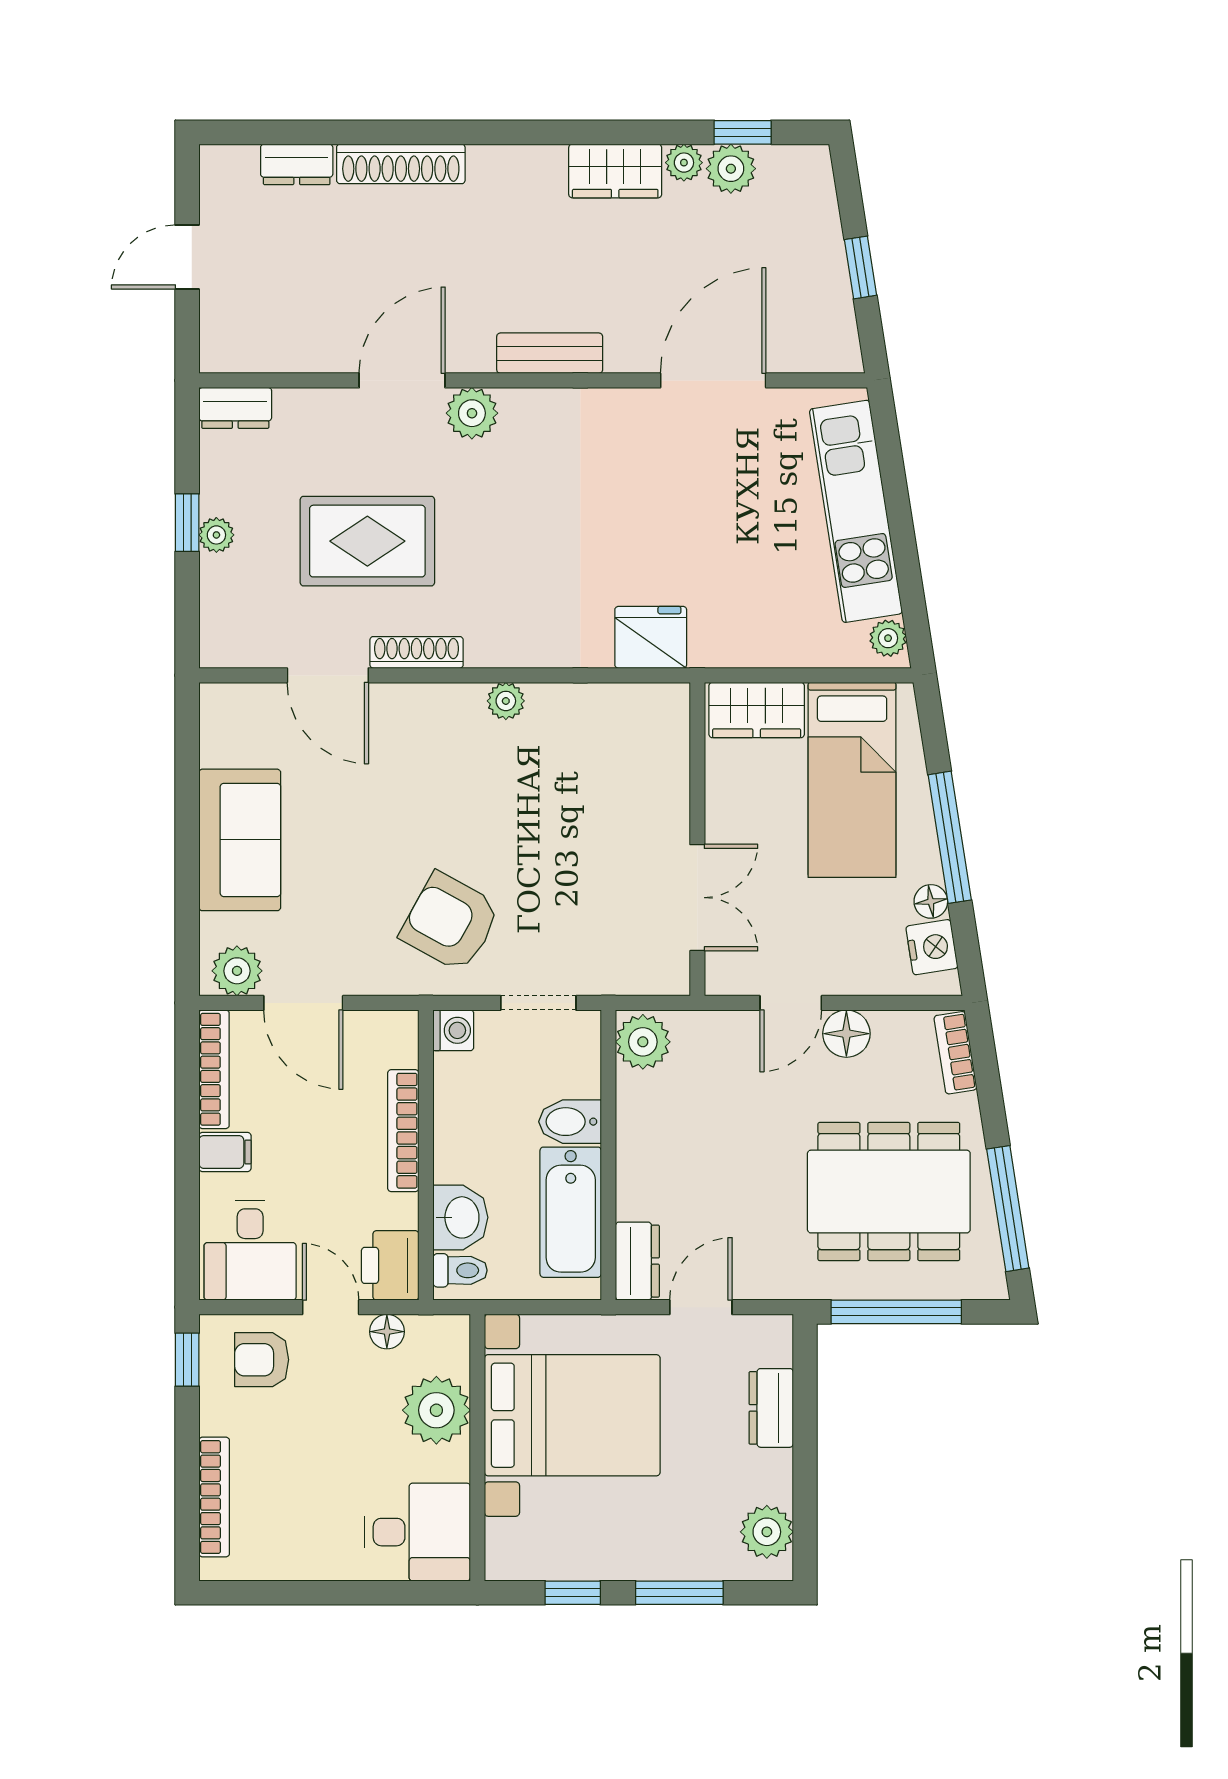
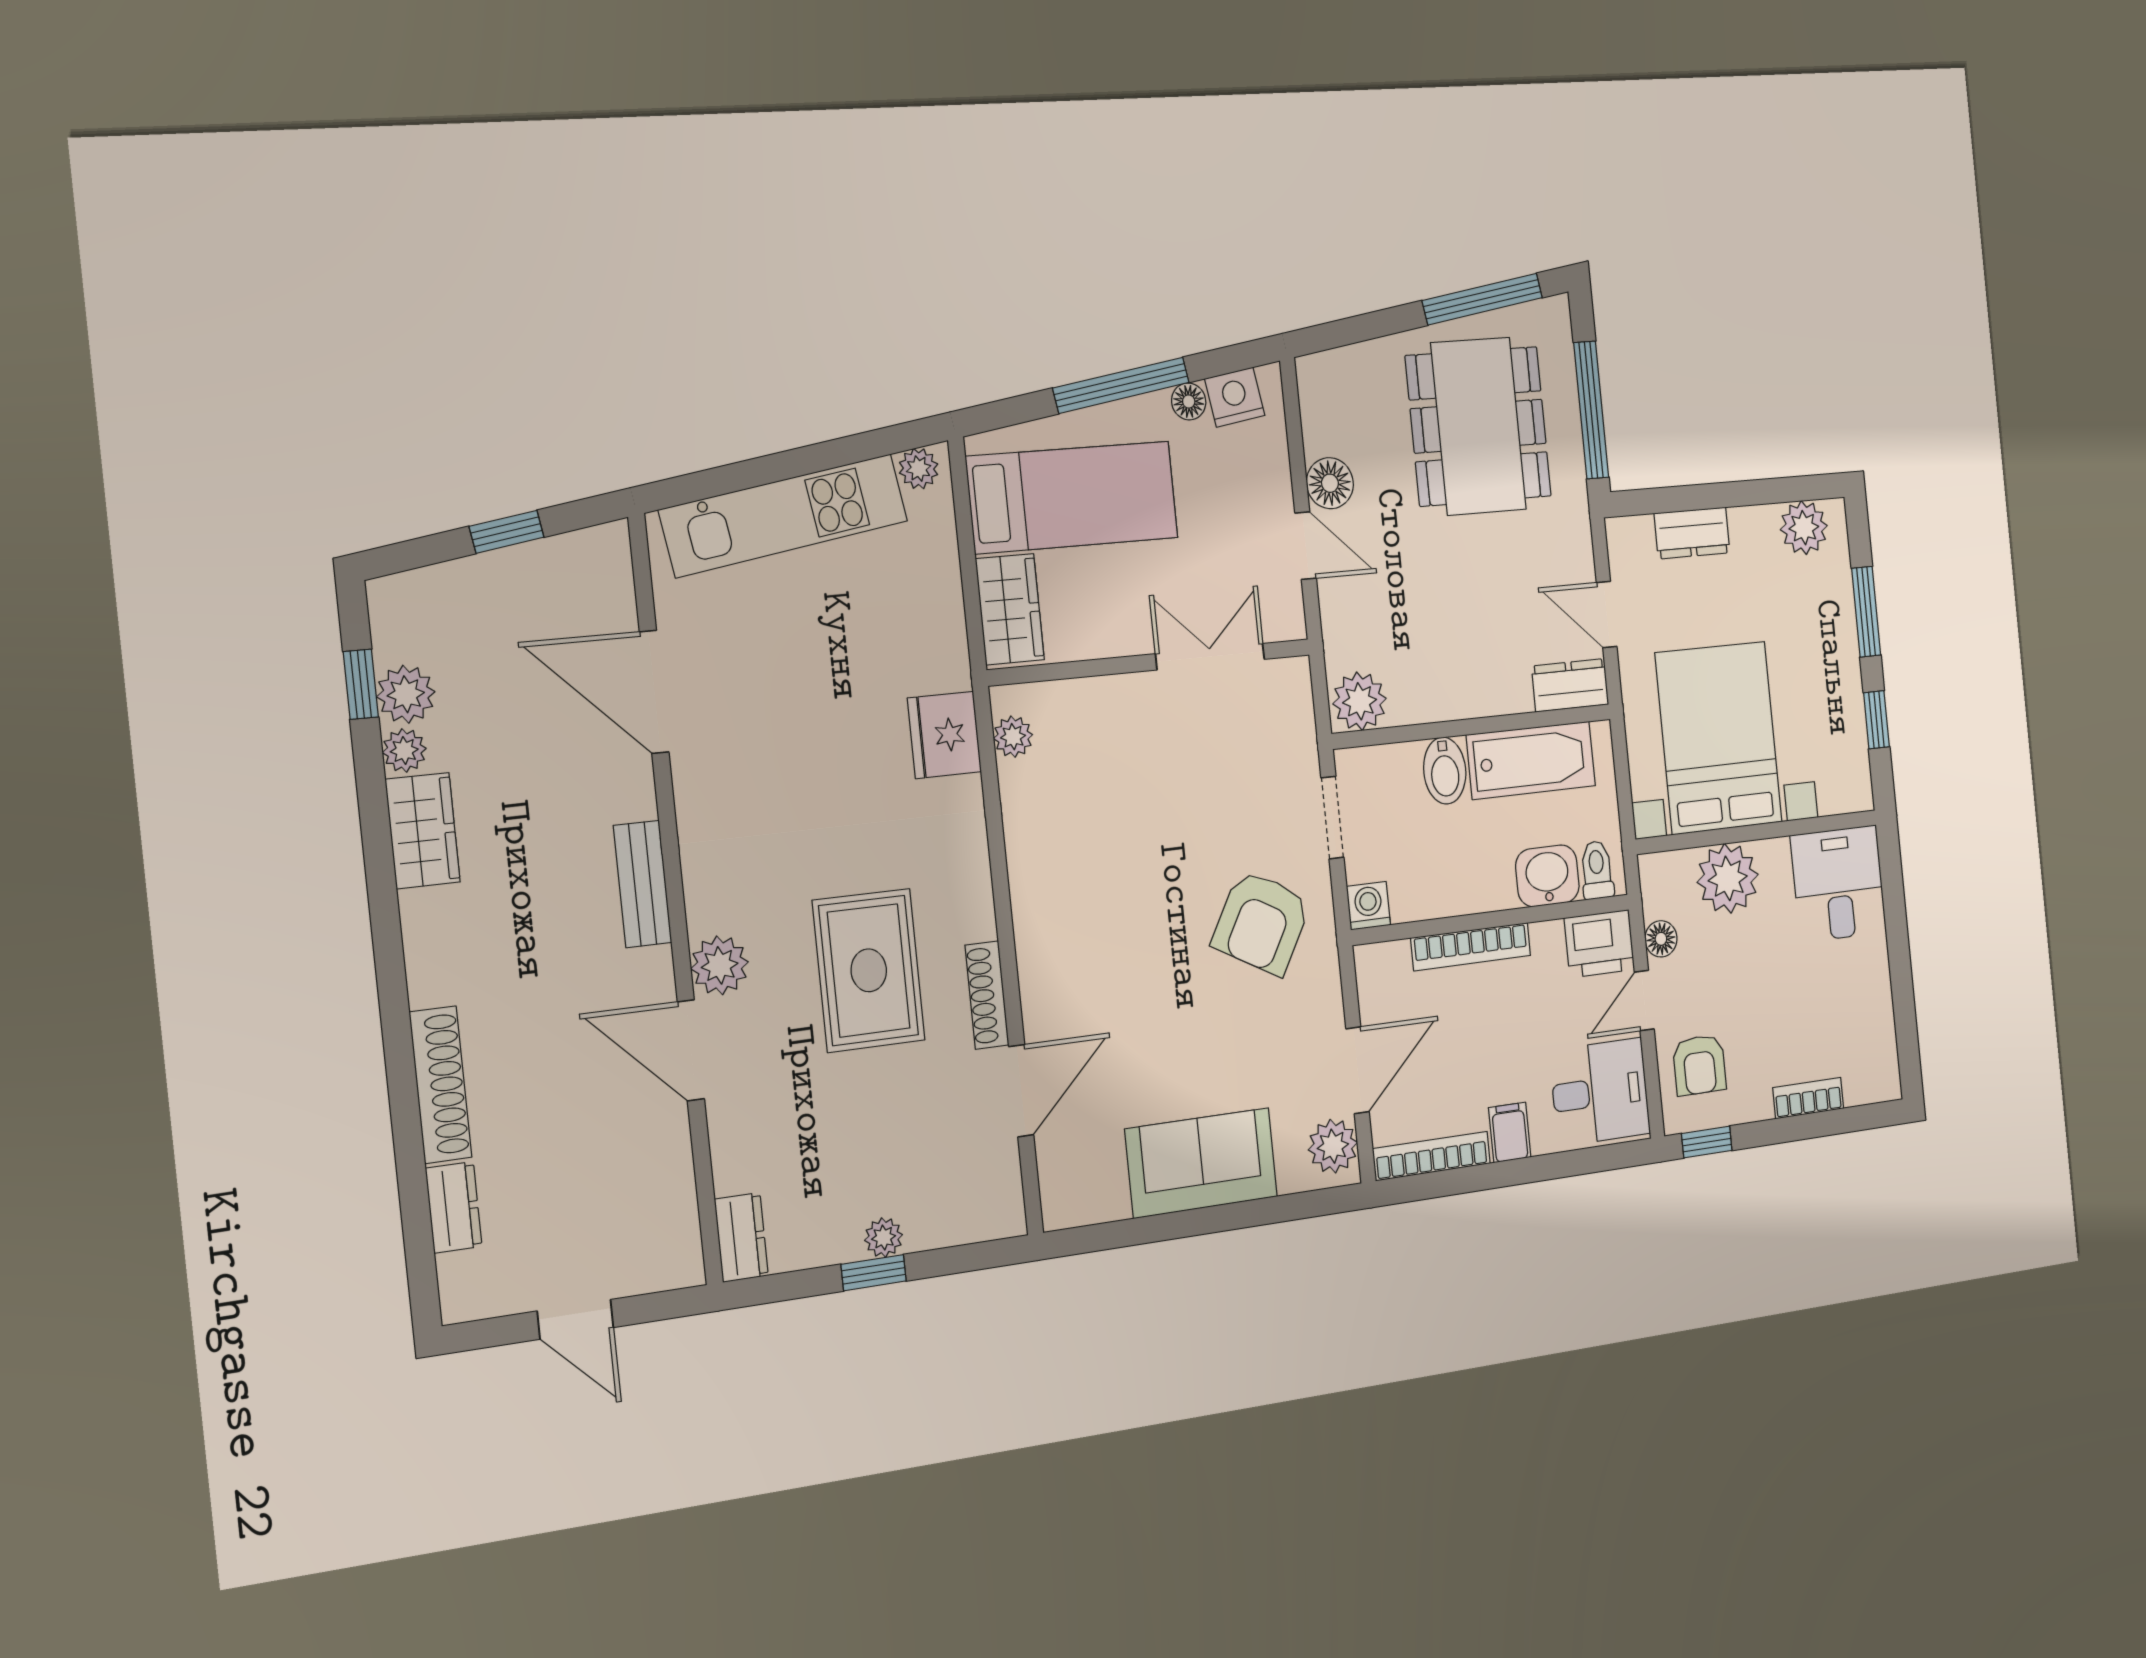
rug: (367, 541) -> (869, 970), moved
plant: (506, 701) -> (1013, 737), moved
bookcase: (955, 1053) -> (1337, 364), removed
bookcase: (214, 1497) -> (1808, 1098), width x0.64

